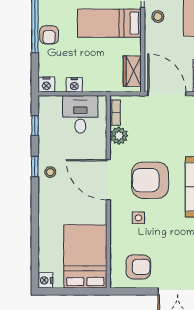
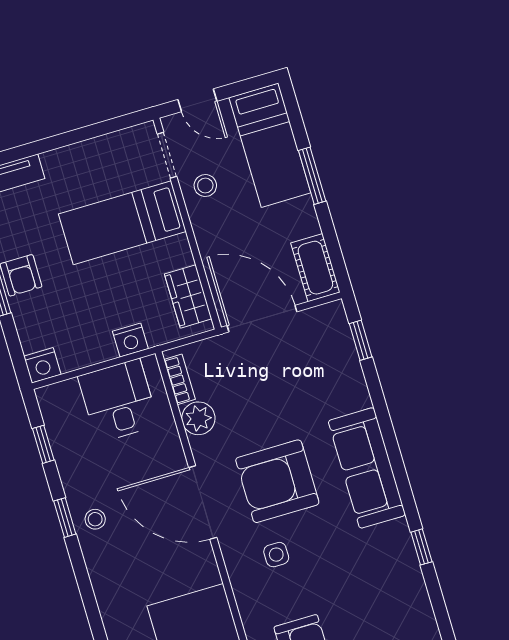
nightstand: (74, 85) -> (130, 340), moved

